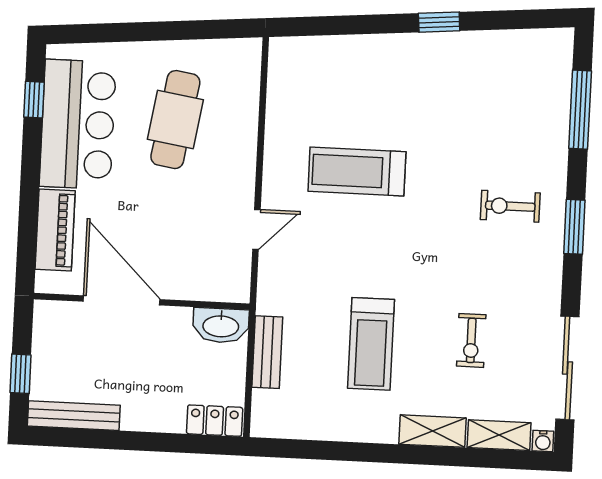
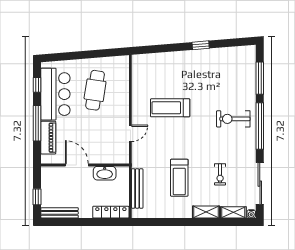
window: (29, 193) -> (37, 123), added
exercise bike: (510, 206) -> (233, 119), width x1.38, depth x1.39
window: (574, 227) -> (260, 126), width x2.11
door: (122, 300) -> (77, 165), width x0.73
washbasin: (221, 325) -> (105, 173), moved
bench: (267, 352) -> (137, 188), width x1.36
locker: (215, 421) -> (111, 212), width x1.53

